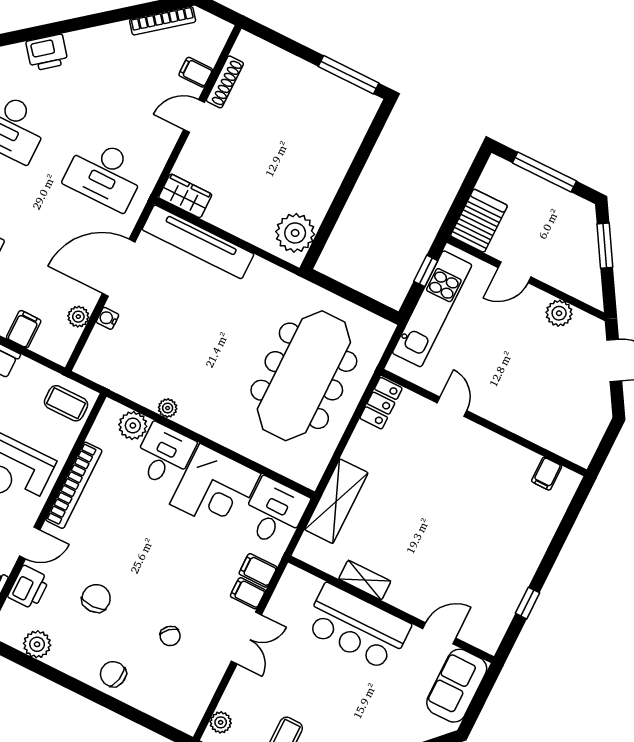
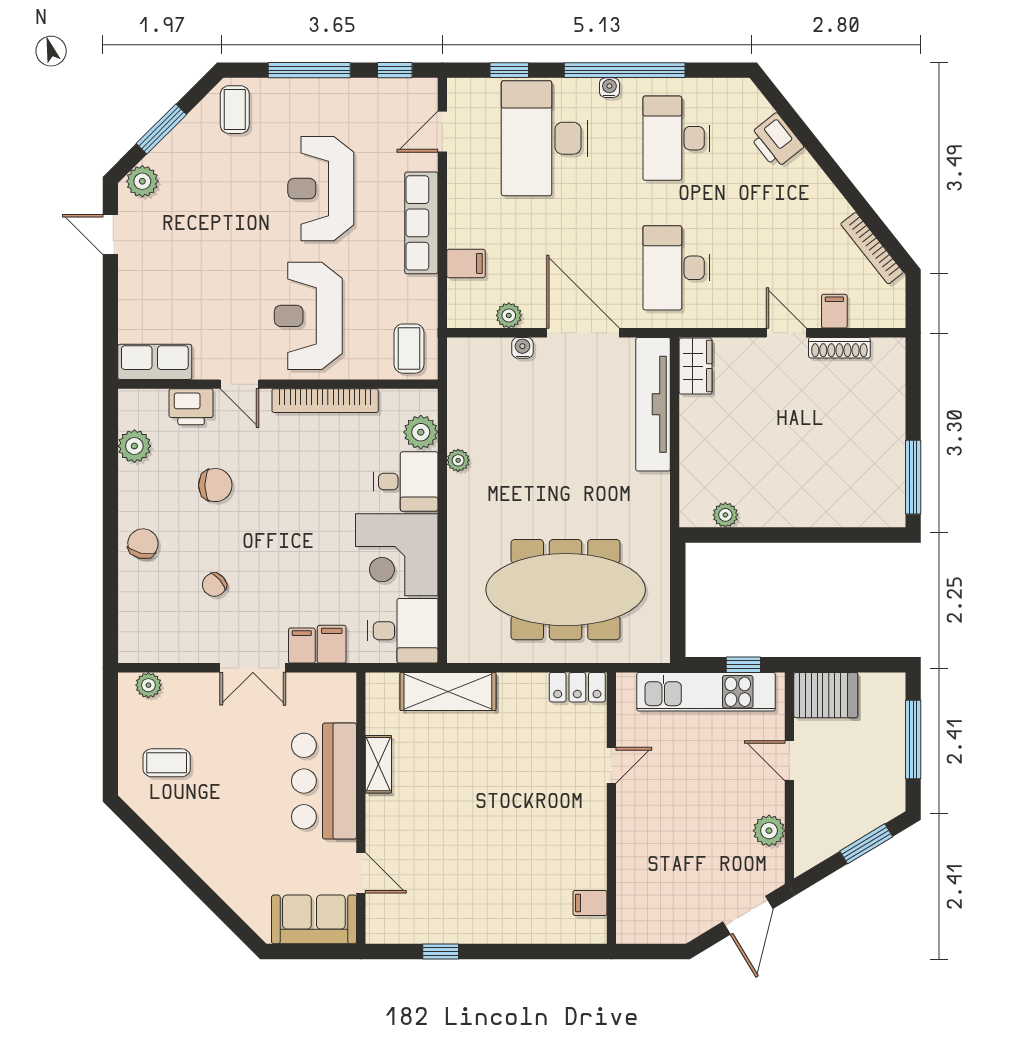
plant: (295, 233) -> (725, 515), width x0.53, depth x0.53

